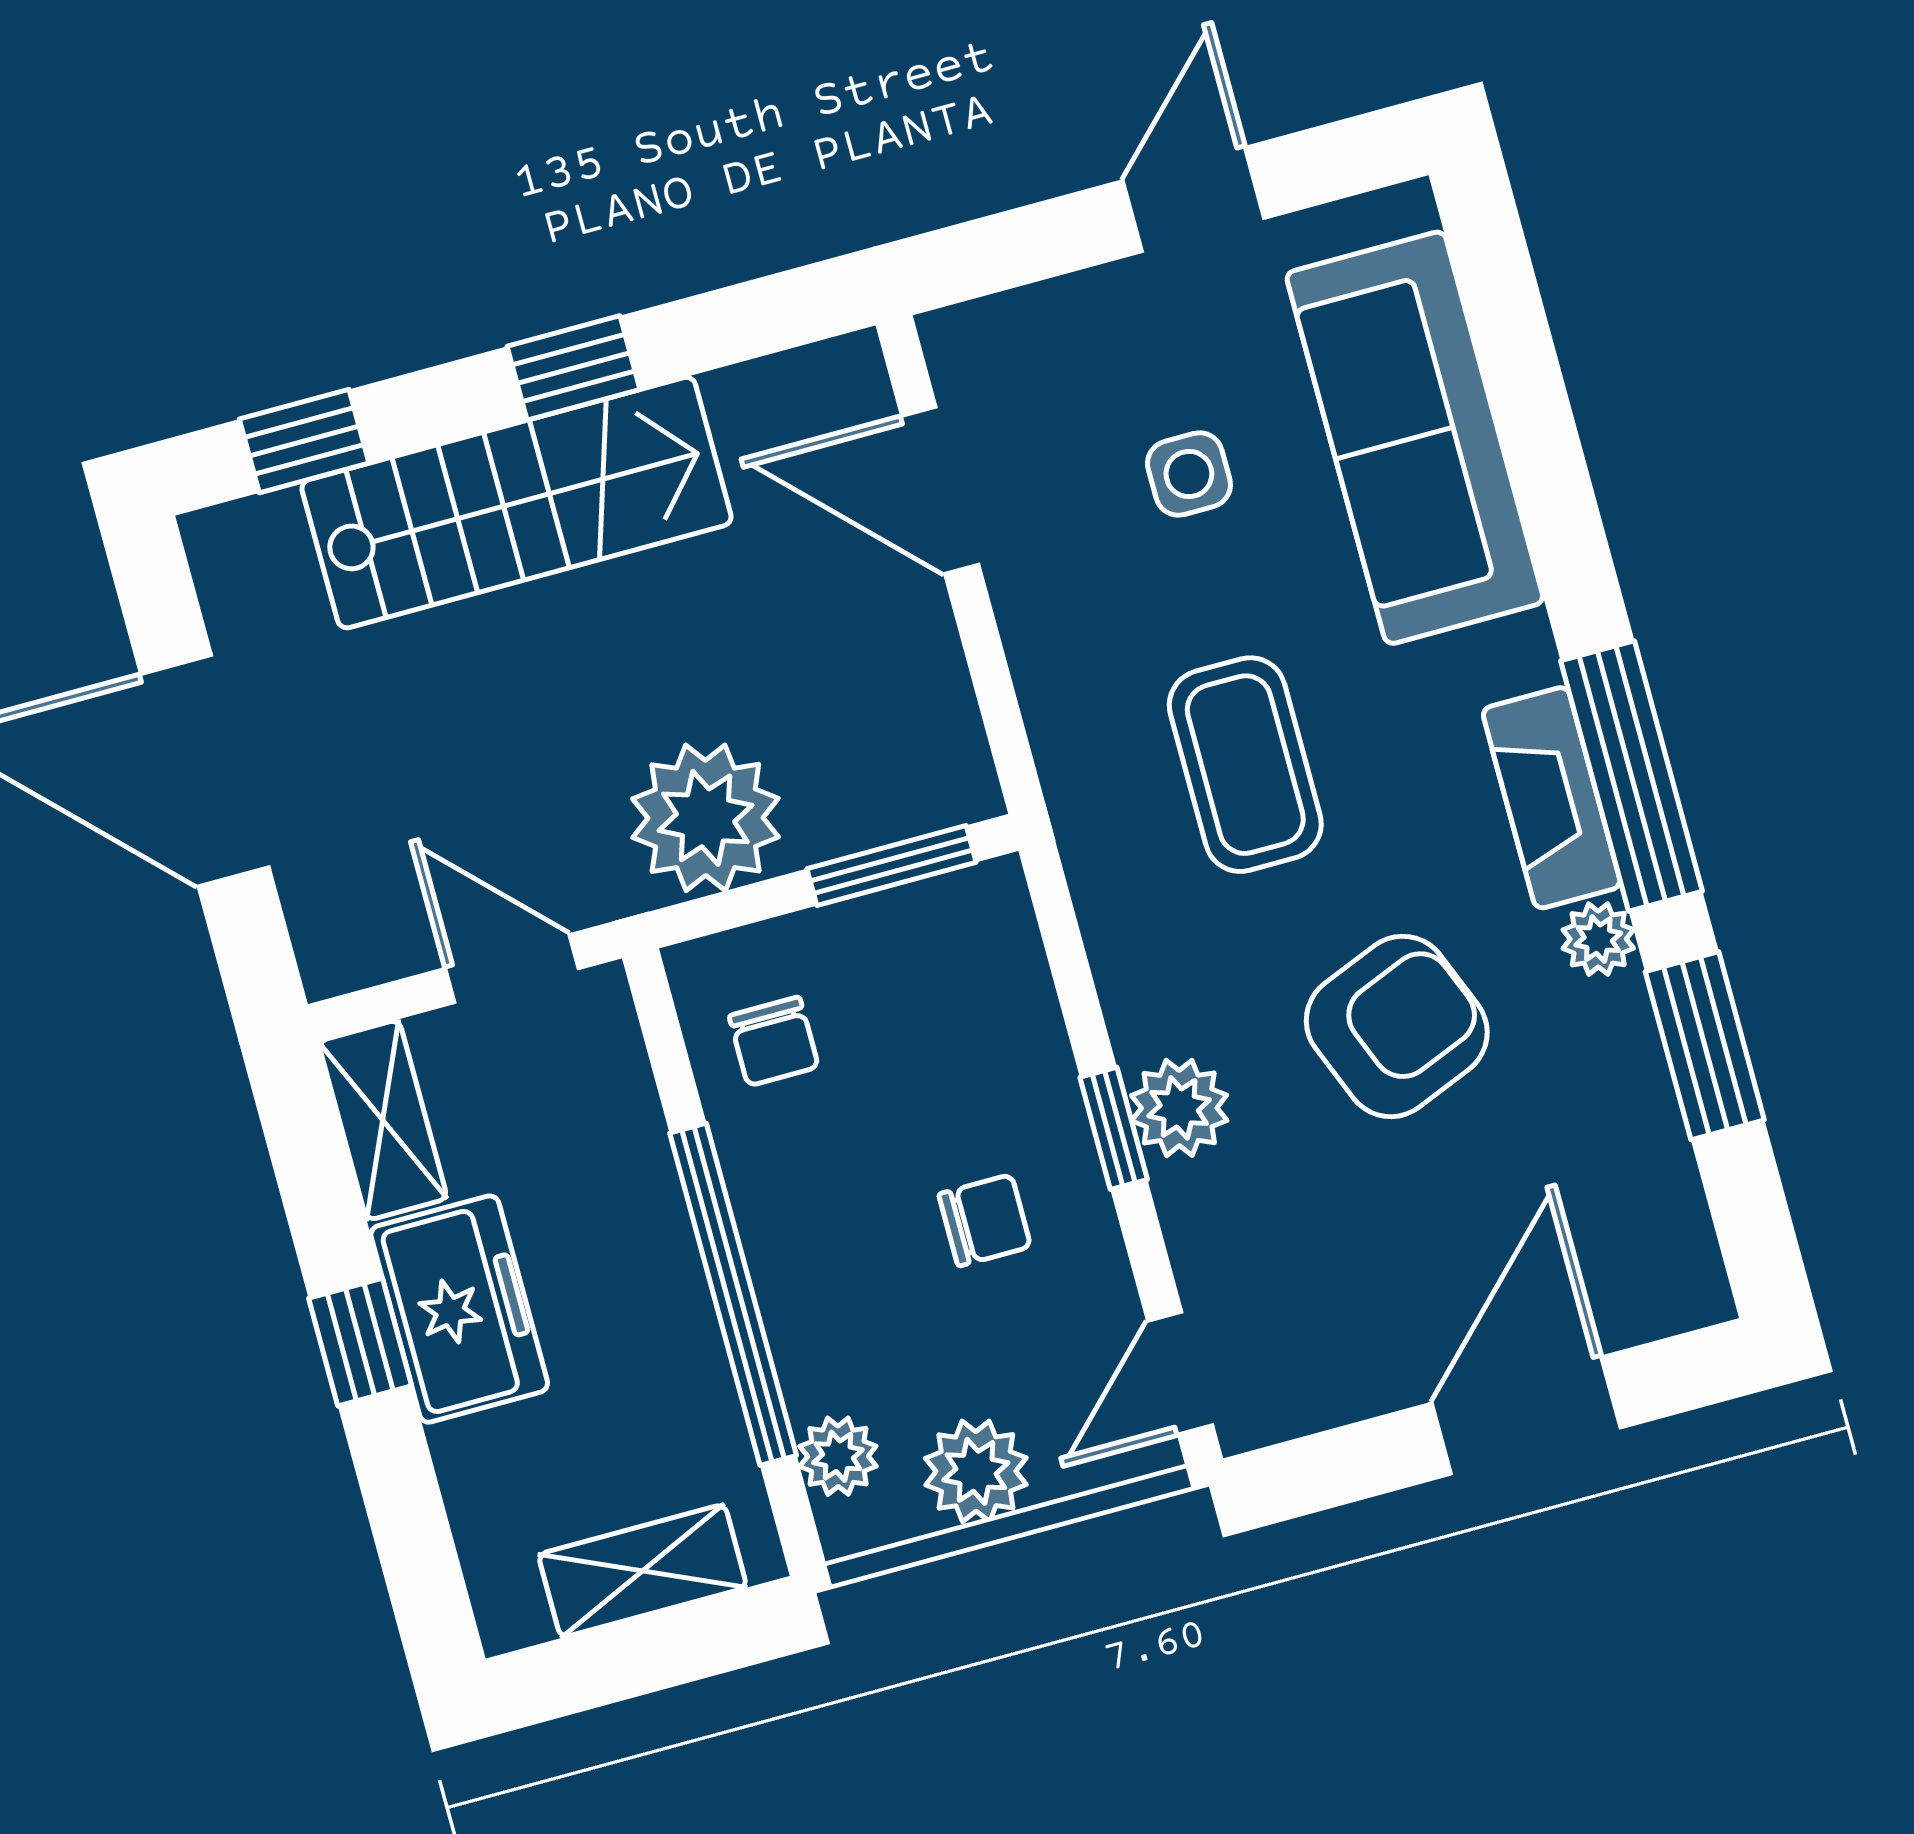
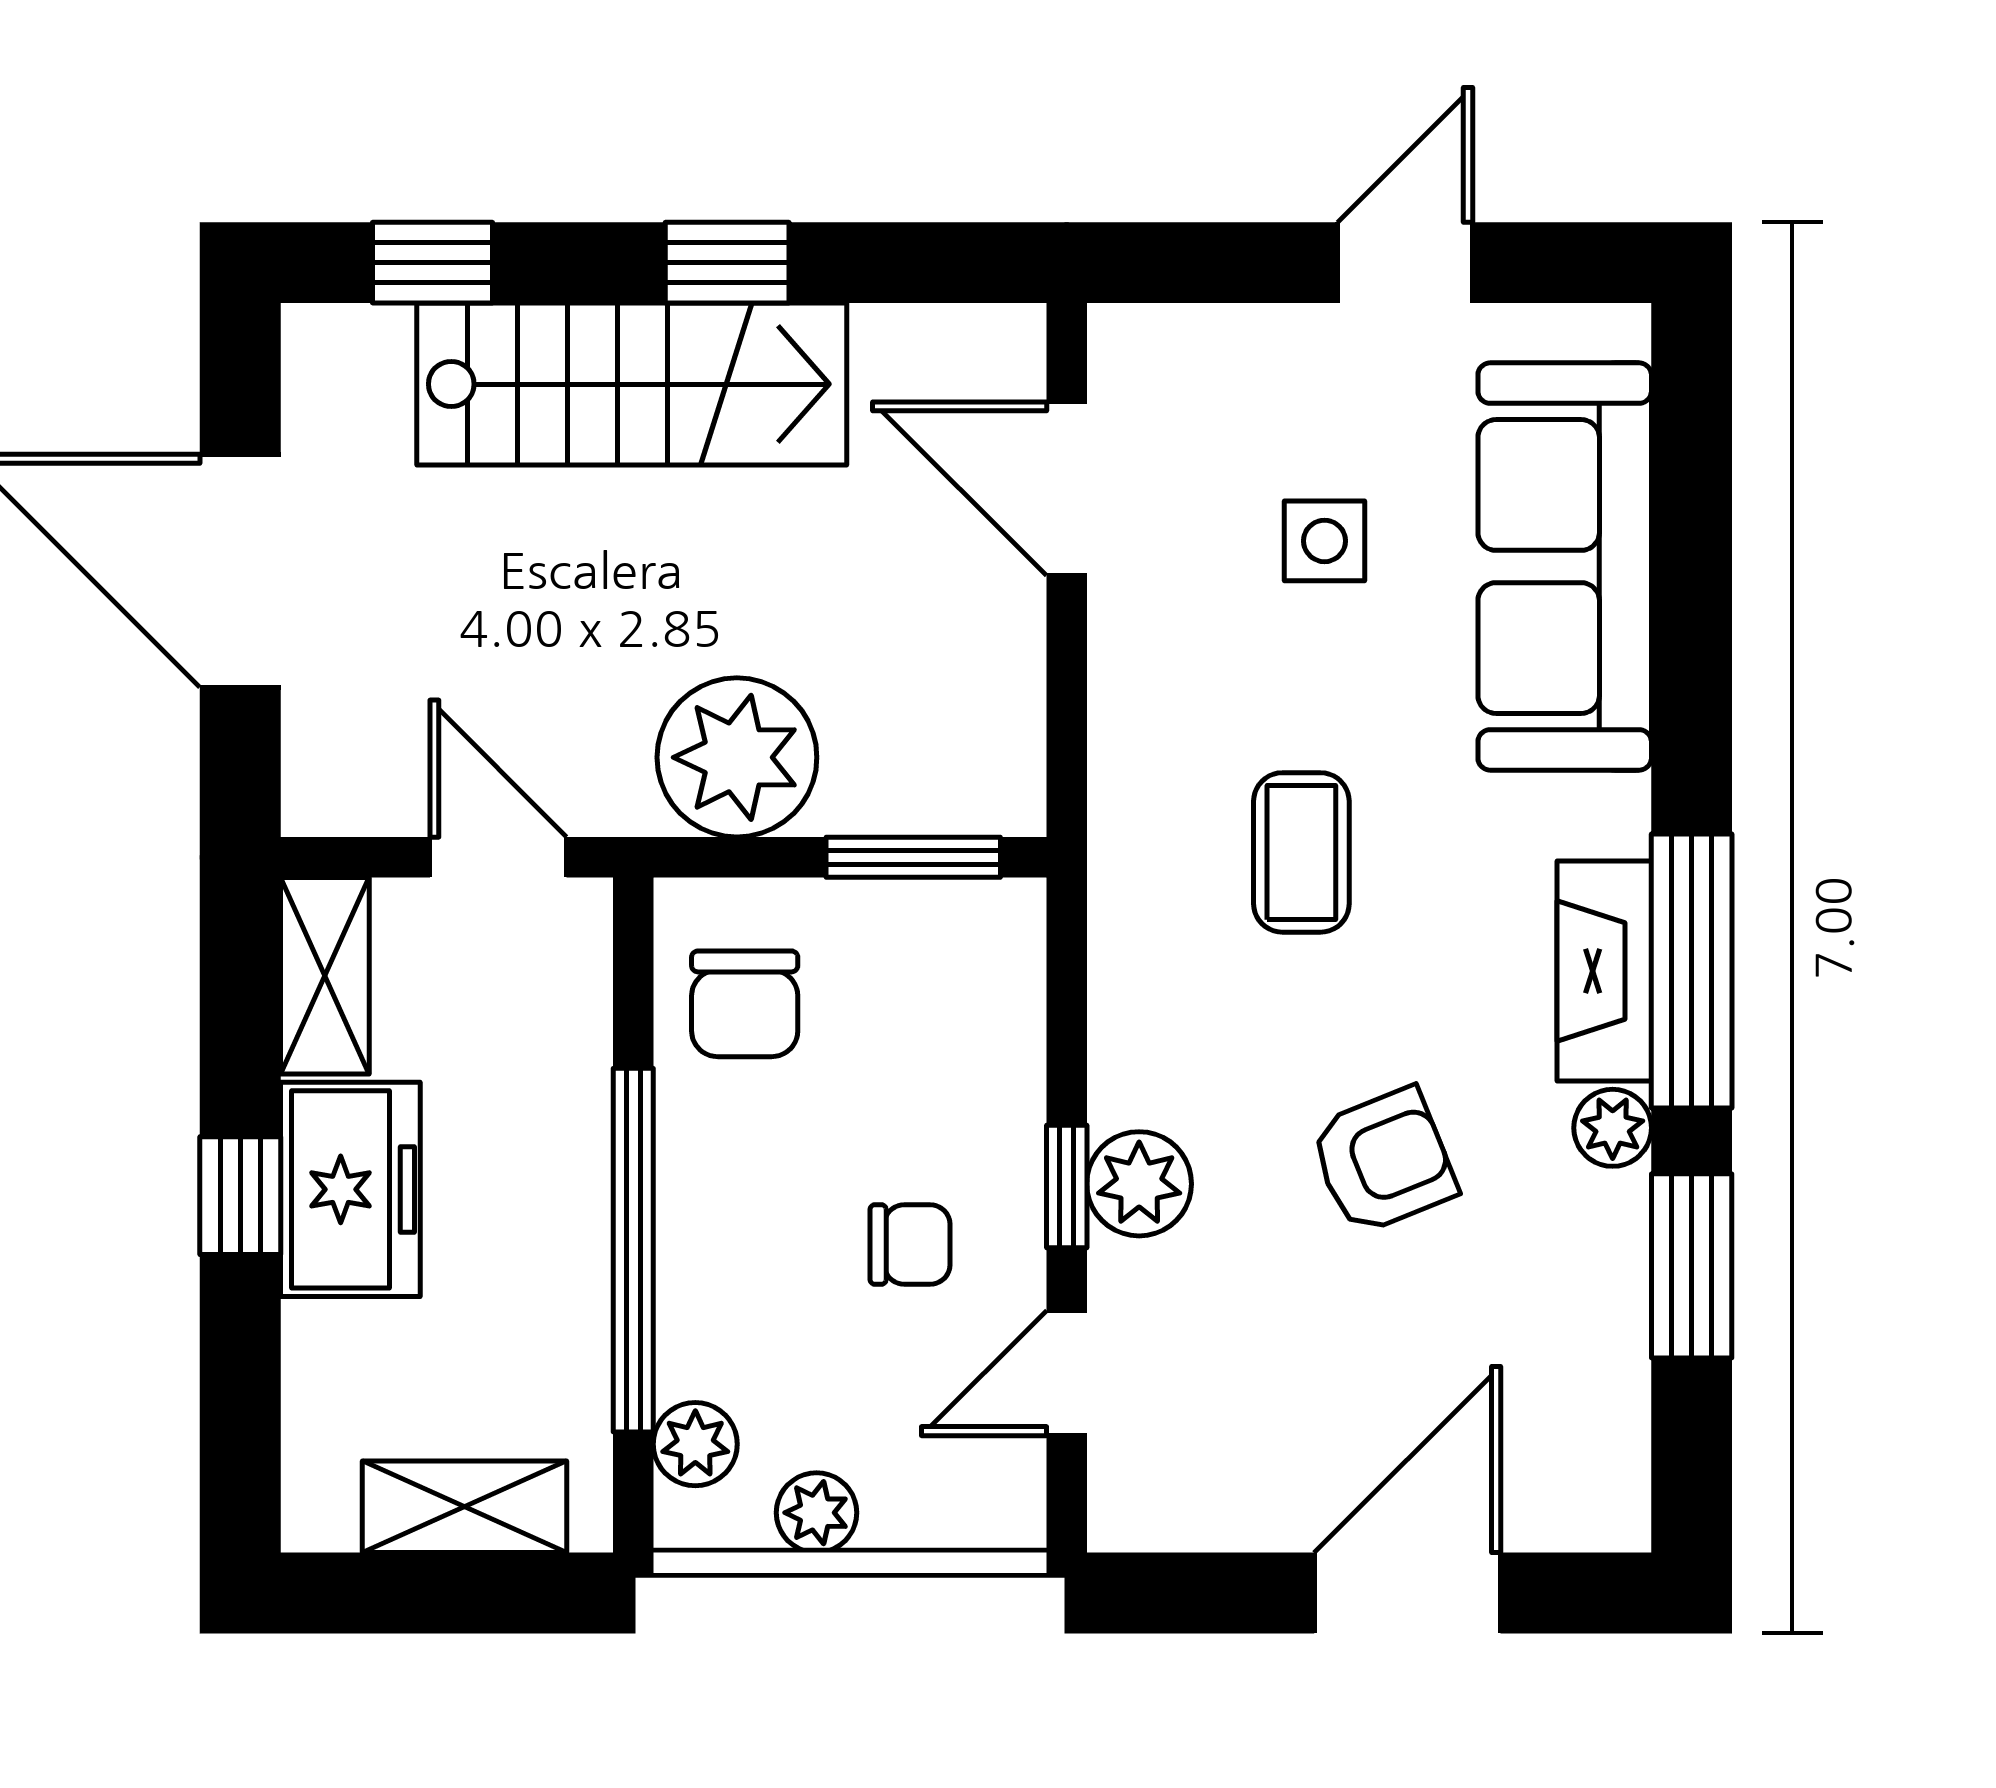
coffee table: (1245, 765) -> (1301, 852), width x0.73, depth x0.77
armchair: (1397, 1026) -> (1383, 1161), width x0.72, depth x0.72
chair: (774, 1041) -> (745, 1004), width x1.37, depth x1.37
door: (1180, 1373) -> (1067, 1373), moved
plant: (976, 1471) -> (817, 1513), width x0.73, depth x0.73

